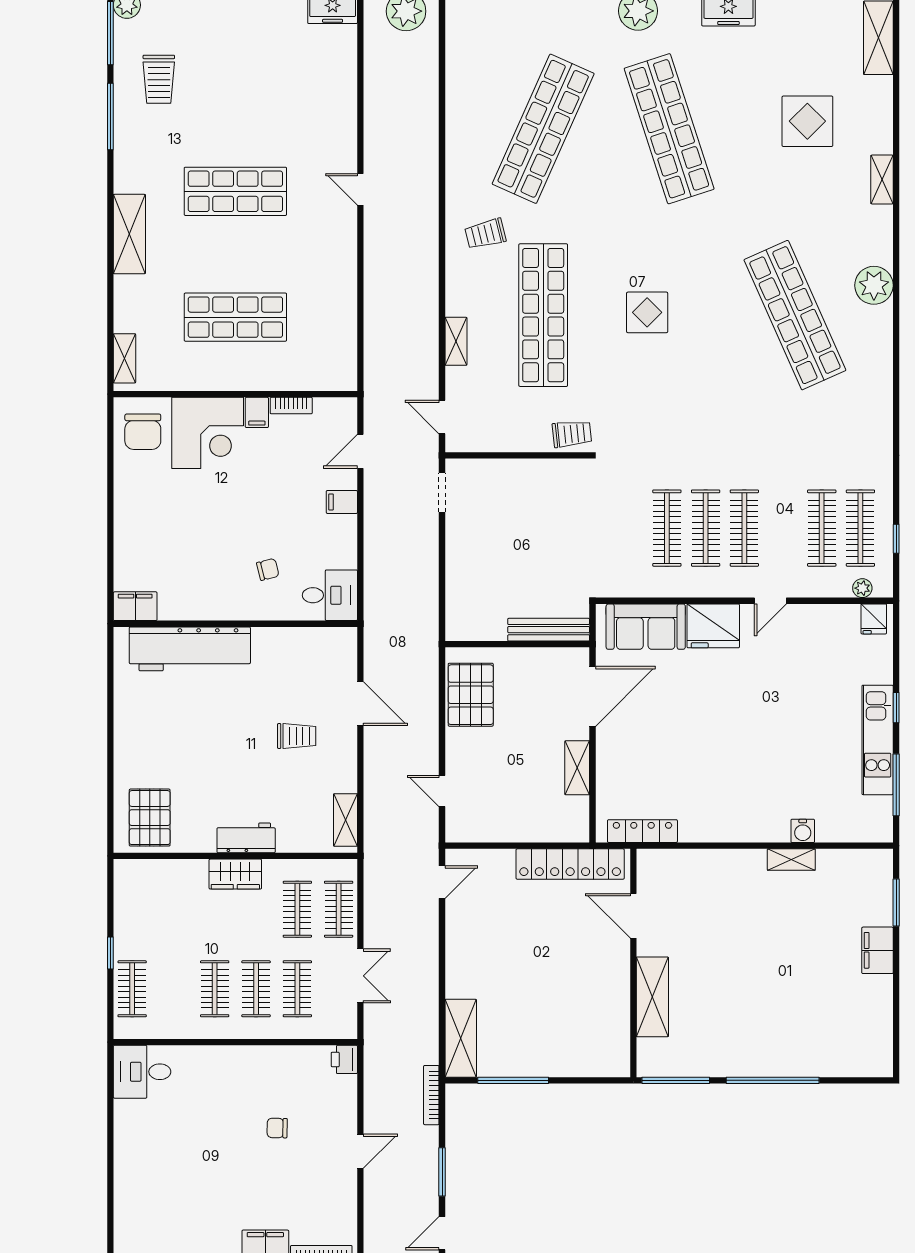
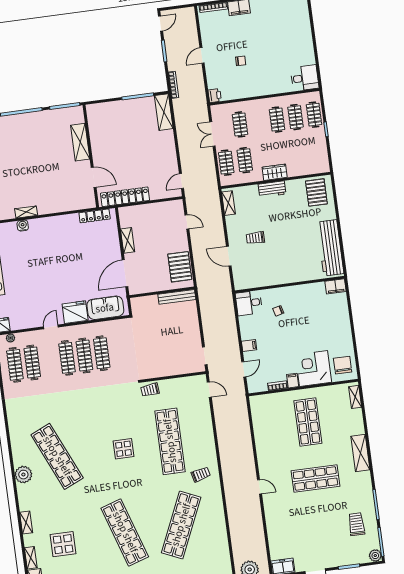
shop shelf: (235, 317) -> (308, 422), turned 90
shelving: (456, 341) -> (31, 558), moved
bench: (549, 630) -> (177, 297), moved
workbench: (190, 649) -> (330, 248), moved, turned -90
clothes rail: (256, 989) -> (296, 117), moved

